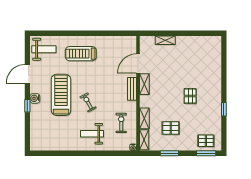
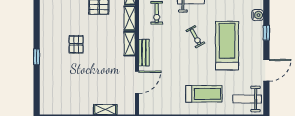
shelving: (144, 84) -> (130, 44), moved
treadmill: (61, 95) -> (227, 46), turned 180
water cooler: (35, 98) -> (258, 15), moved
window: (224, 109) -> (37, 57), moved

